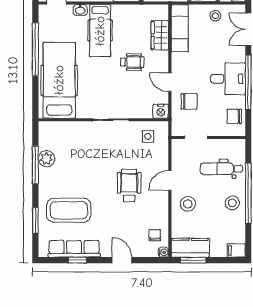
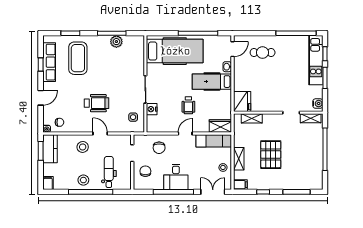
wardrobe: (160, 35) -> (220, 126), moved
door: (170, 82) -> (185, 134), moved
nightstand: (161, 111) -> (152, 109), moved
chair: (234, 116) -> (145, 171), moved

